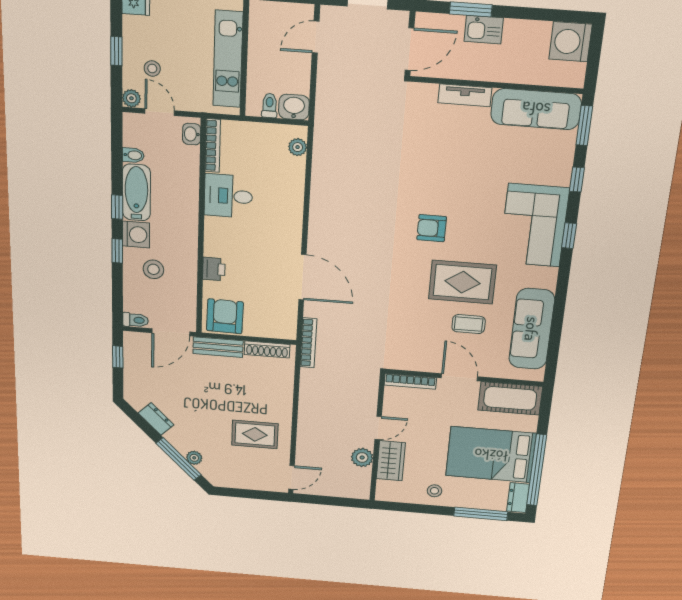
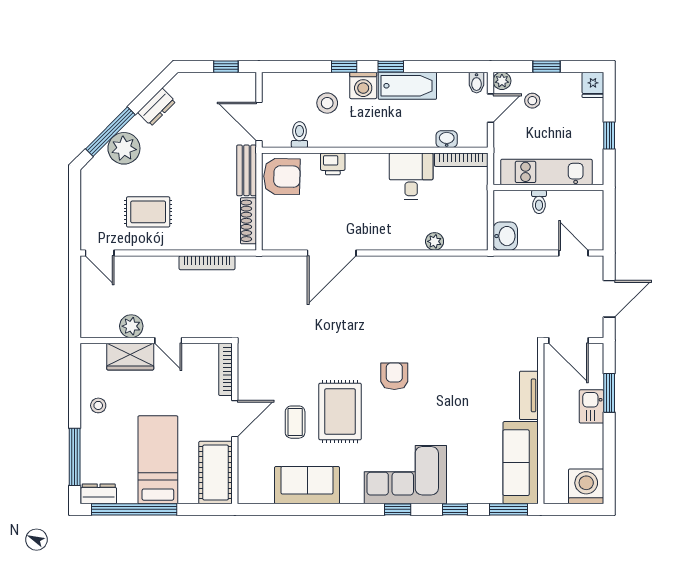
toilet: (269, 106) -> (539, 202), moved, turned 90
washbasin: (192, 134) -> (447, 139), moved
plant: (298, 147) -> (435, 241), moved
bidet: (133, 155) -> (477, 83), moved
toilet: (136, 320) -> (299, 135), moved, turned 180
sofa: (532, 329) -> (307, 485), width x0.73
bookcase: (308, 343) -> (207, 263), moved
rug: (255, 434) -> (148, 212), turned 90
bed: (491, 455) -> (158, 460), width x0.67
plant: (194, 458) -> (124, 148), width x1.88, depth x1.88

